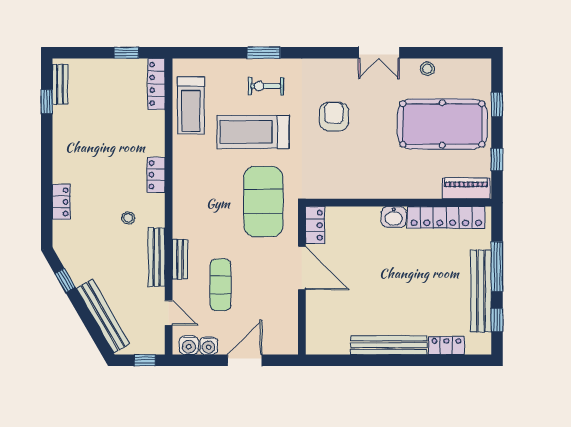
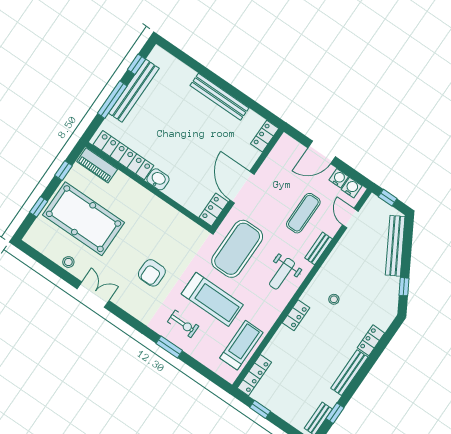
weight bench: (200, 208) -> (282, 274), added
bench: (157, 257) -> (349, 373), moved
locker: (446, 346) -> (265, 136), moved, turned 90

